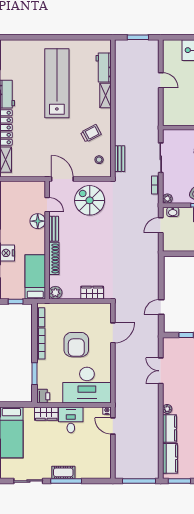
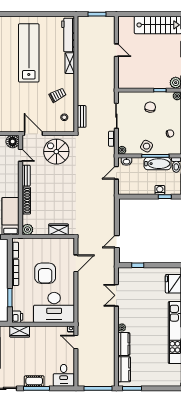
workbench: (104, 68) -> (68, 35), width x1.38
floor lamp: (38, 221) -> (13, 142), moved
desk: (71, 420) -> (64, 375), moved, turned 180

